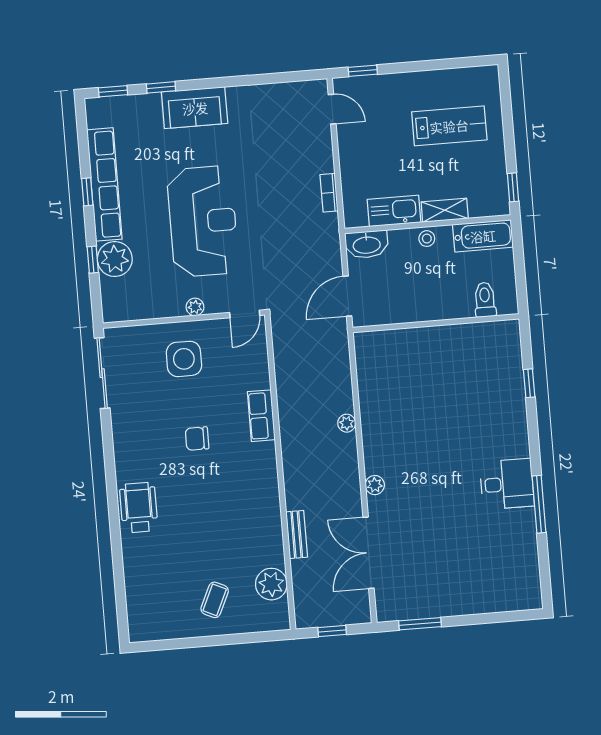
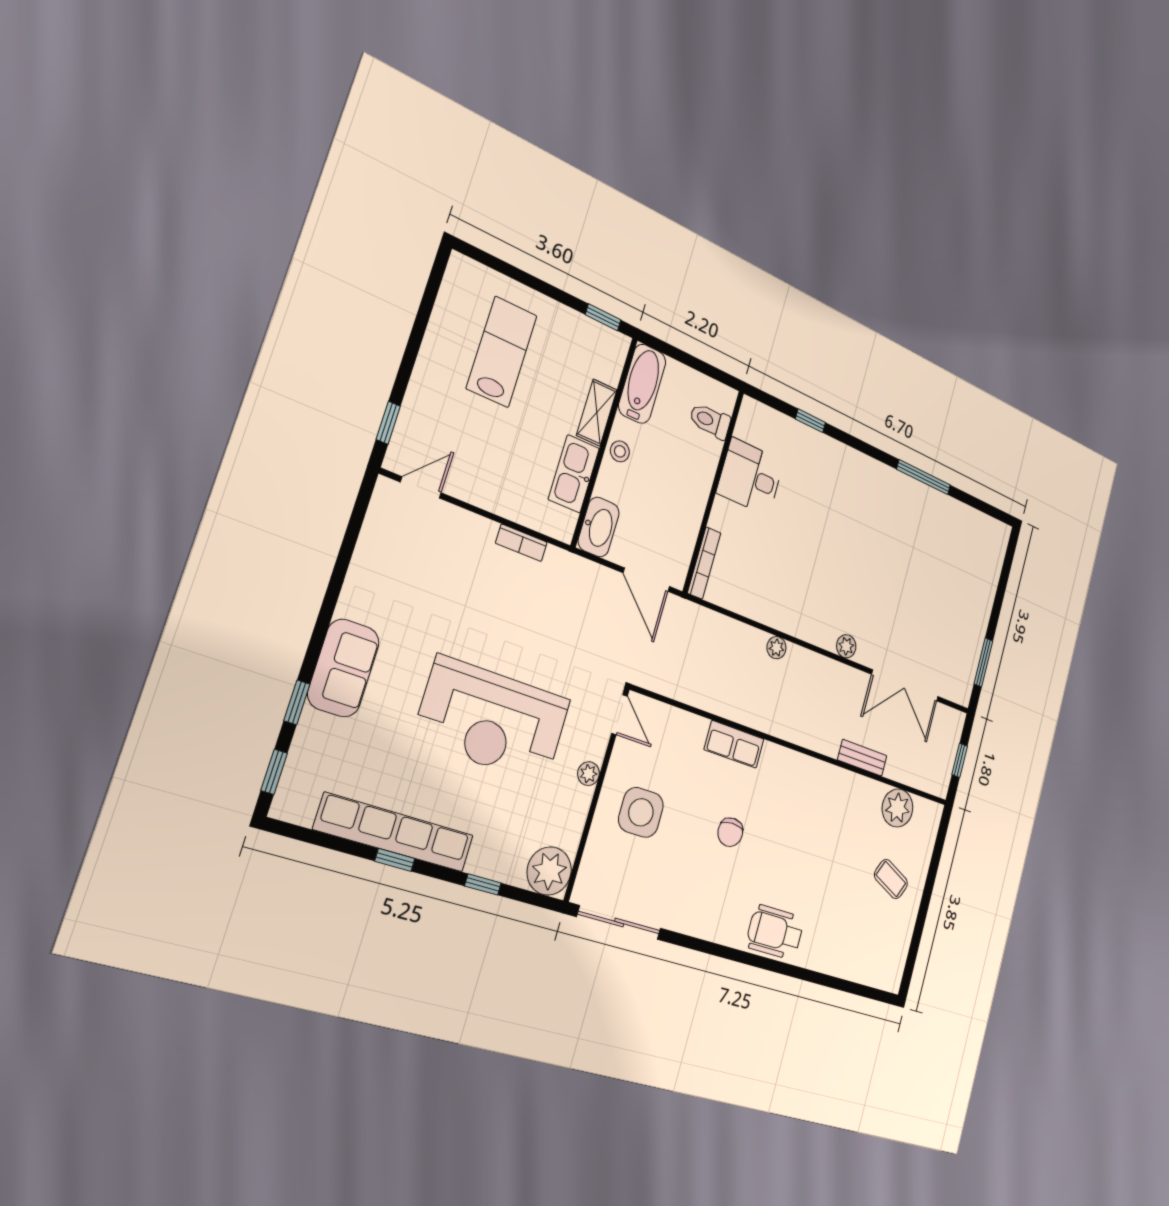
reception desk: (203, 221) -> (492, 720), turned 180
plant: (115, 259) -> (549, 871), moved
bookcase: (381, 337) -> (704, 563), added
desk: (507, 484) -> (750, 477), moved, turned -90

